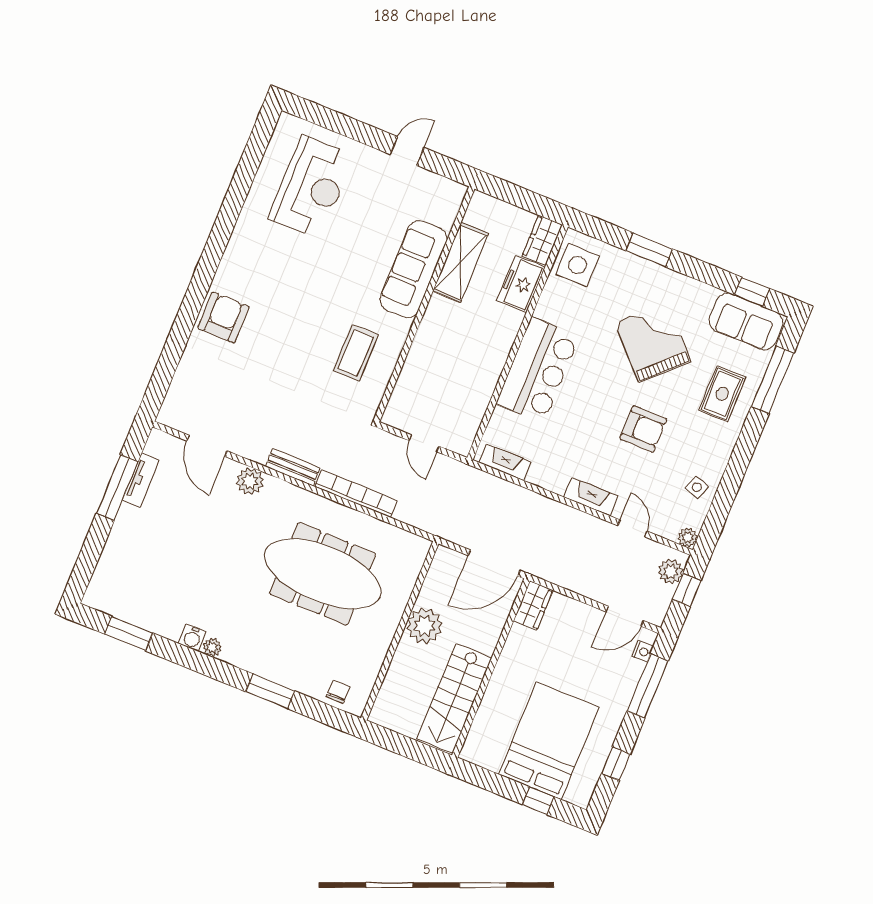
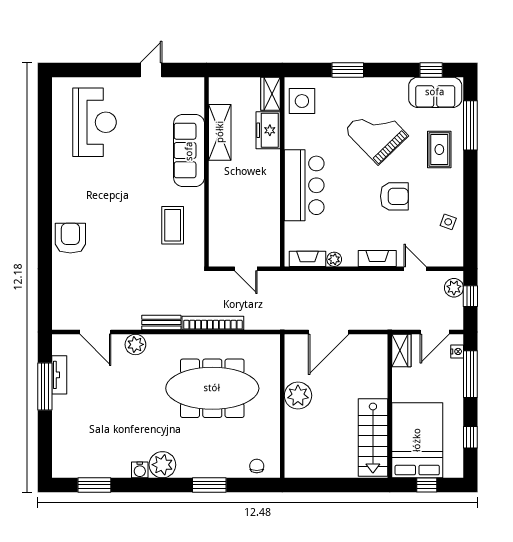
plant: (688, 537) -> (334, 259), moved
wardrobe: (533, 606) -> (401, 351), moved
plant: (212, 647) -> (162, 465), width x1.88, depth x1.88
wall: (491, 668) -> (390, 406), moved
stairs: (454, 698) -> (373, 438), moved

